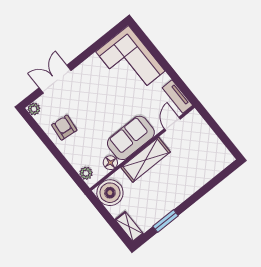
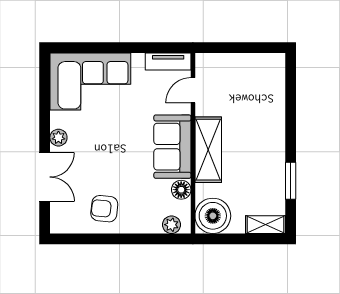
double door: (55, 79) -> (45, 177), swing flipped
plant: (34, 109) -> (58, 138), moved
door: (172, 124) -> (193, 90), hinge flipped

